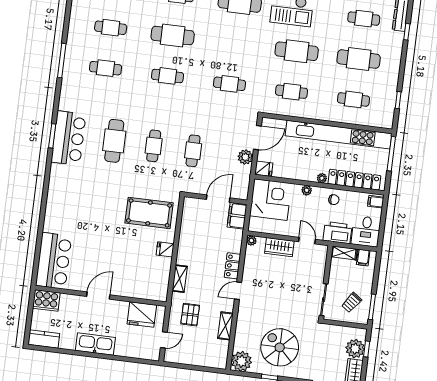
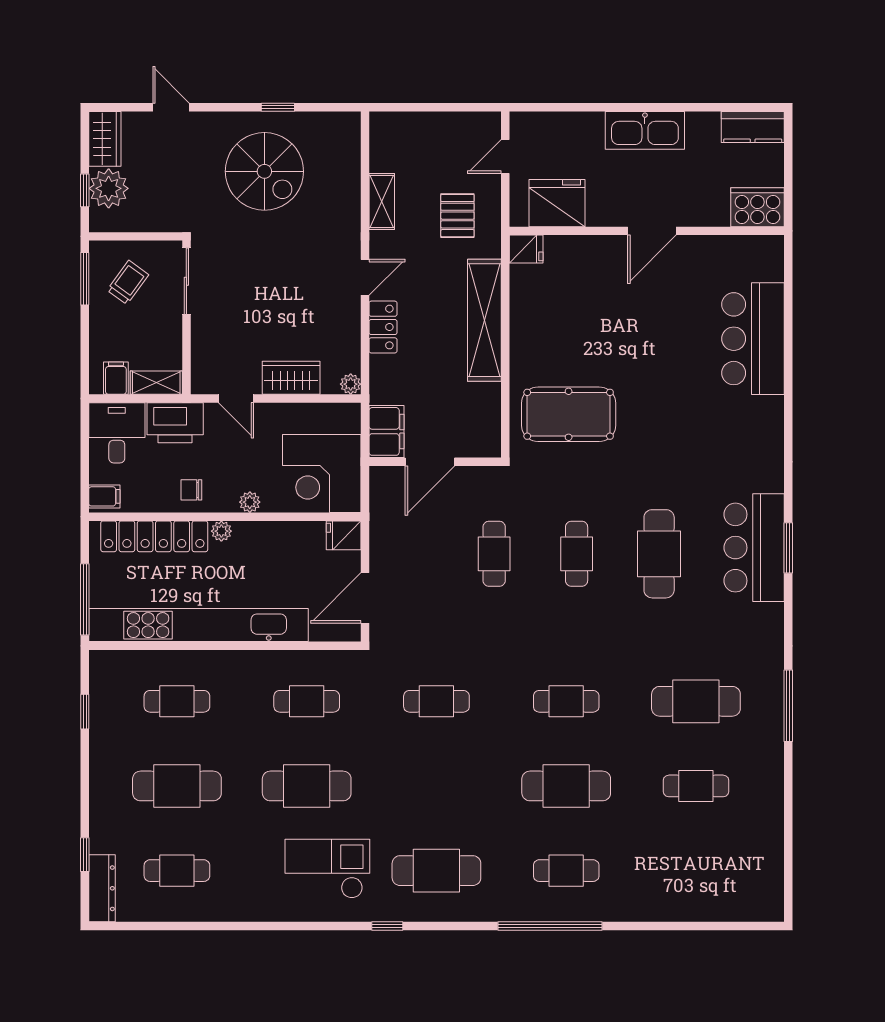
cafe table: (106, 68) -> (696, 701), width x1.37, depth x1.35
plant: (245, 157) -> (385, 555), removed
fridge: (165, 249) -> (526, 249), moved
bar counter: (54, 261) -> (753, 339), moved
shelving: (180, 279) -> (484, 320), width x2.20, depth x1.33
plant: (241, 361) -> (340, 133), removed

